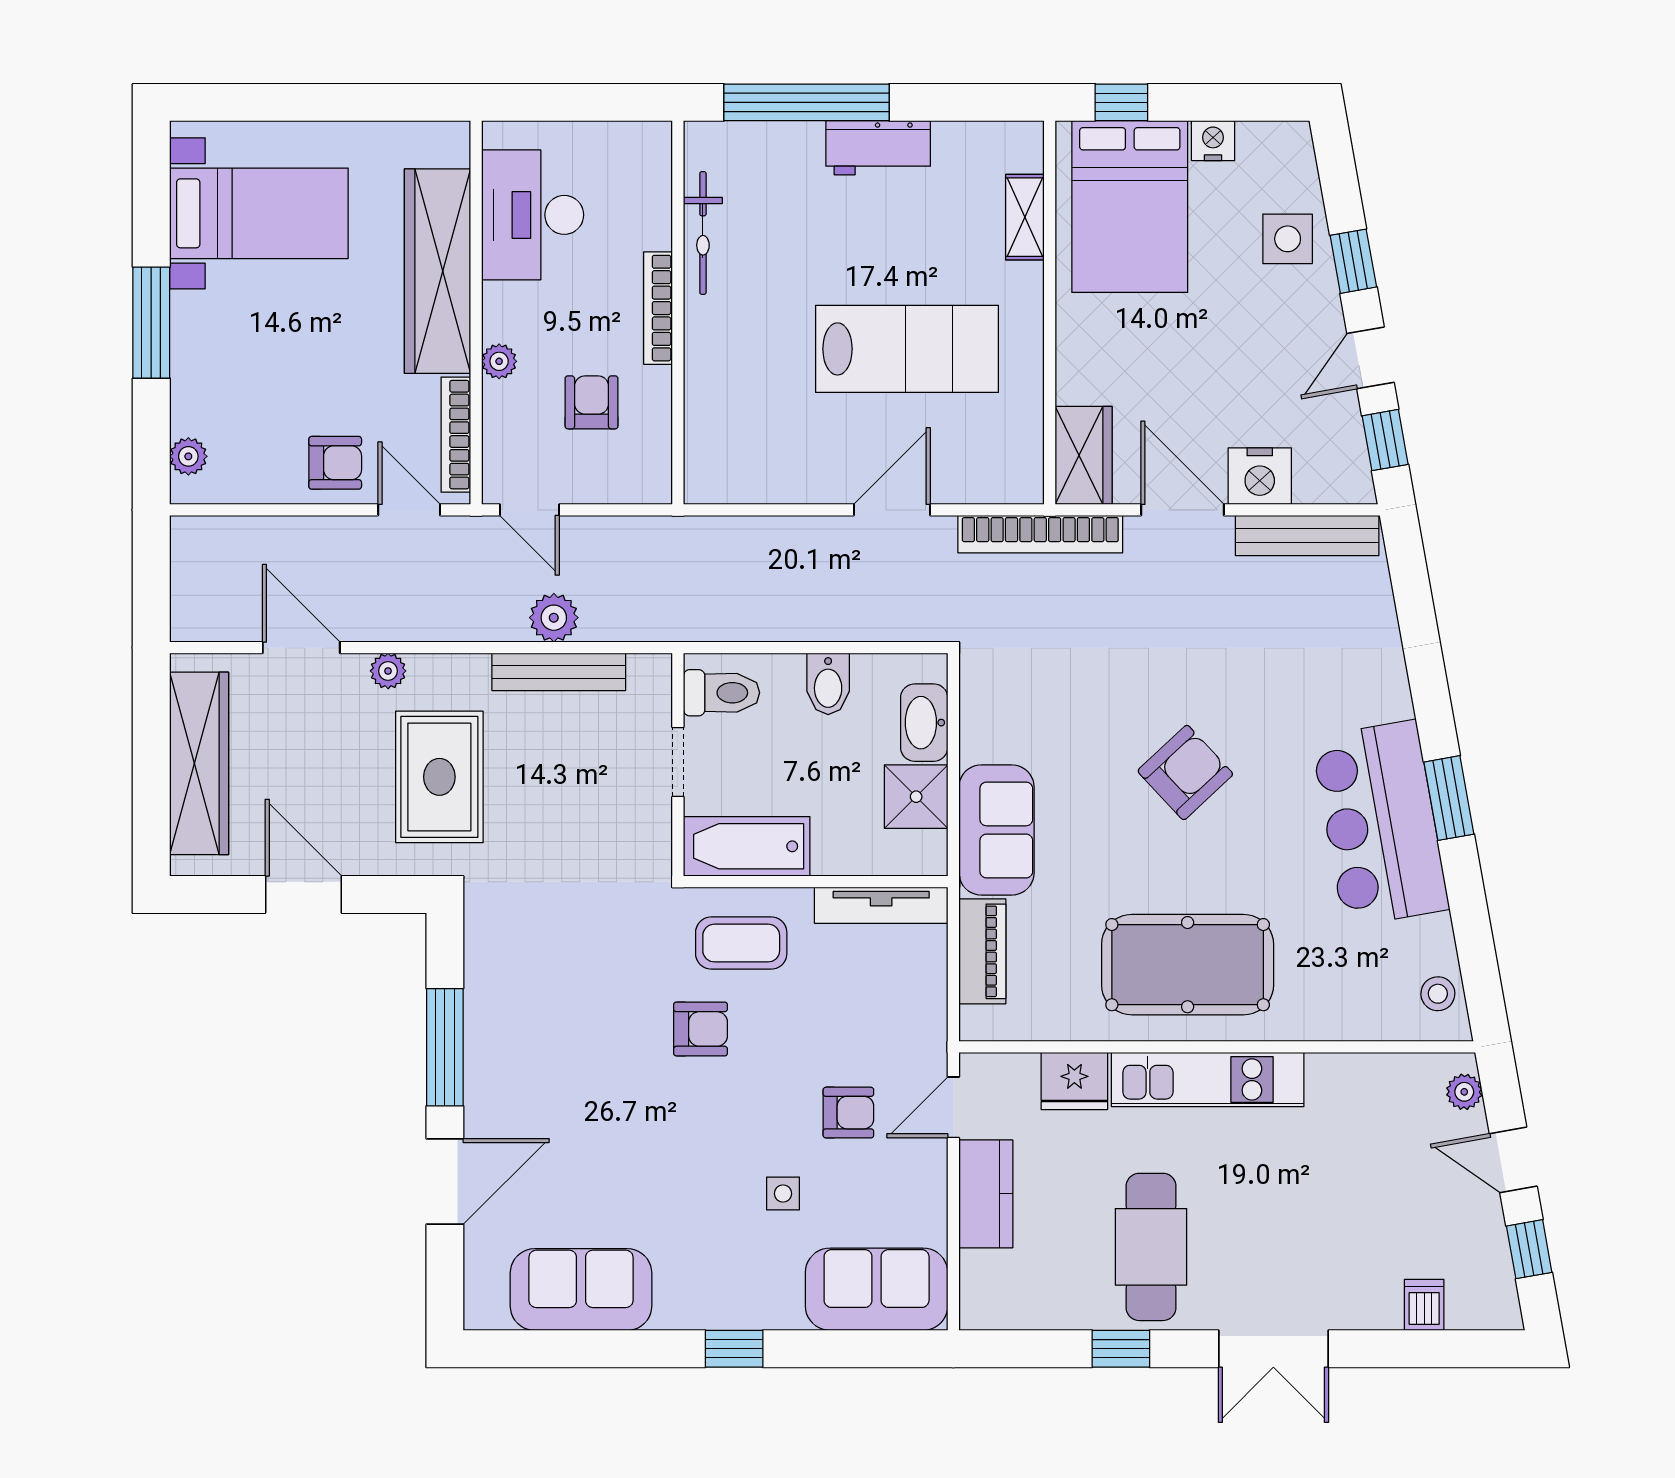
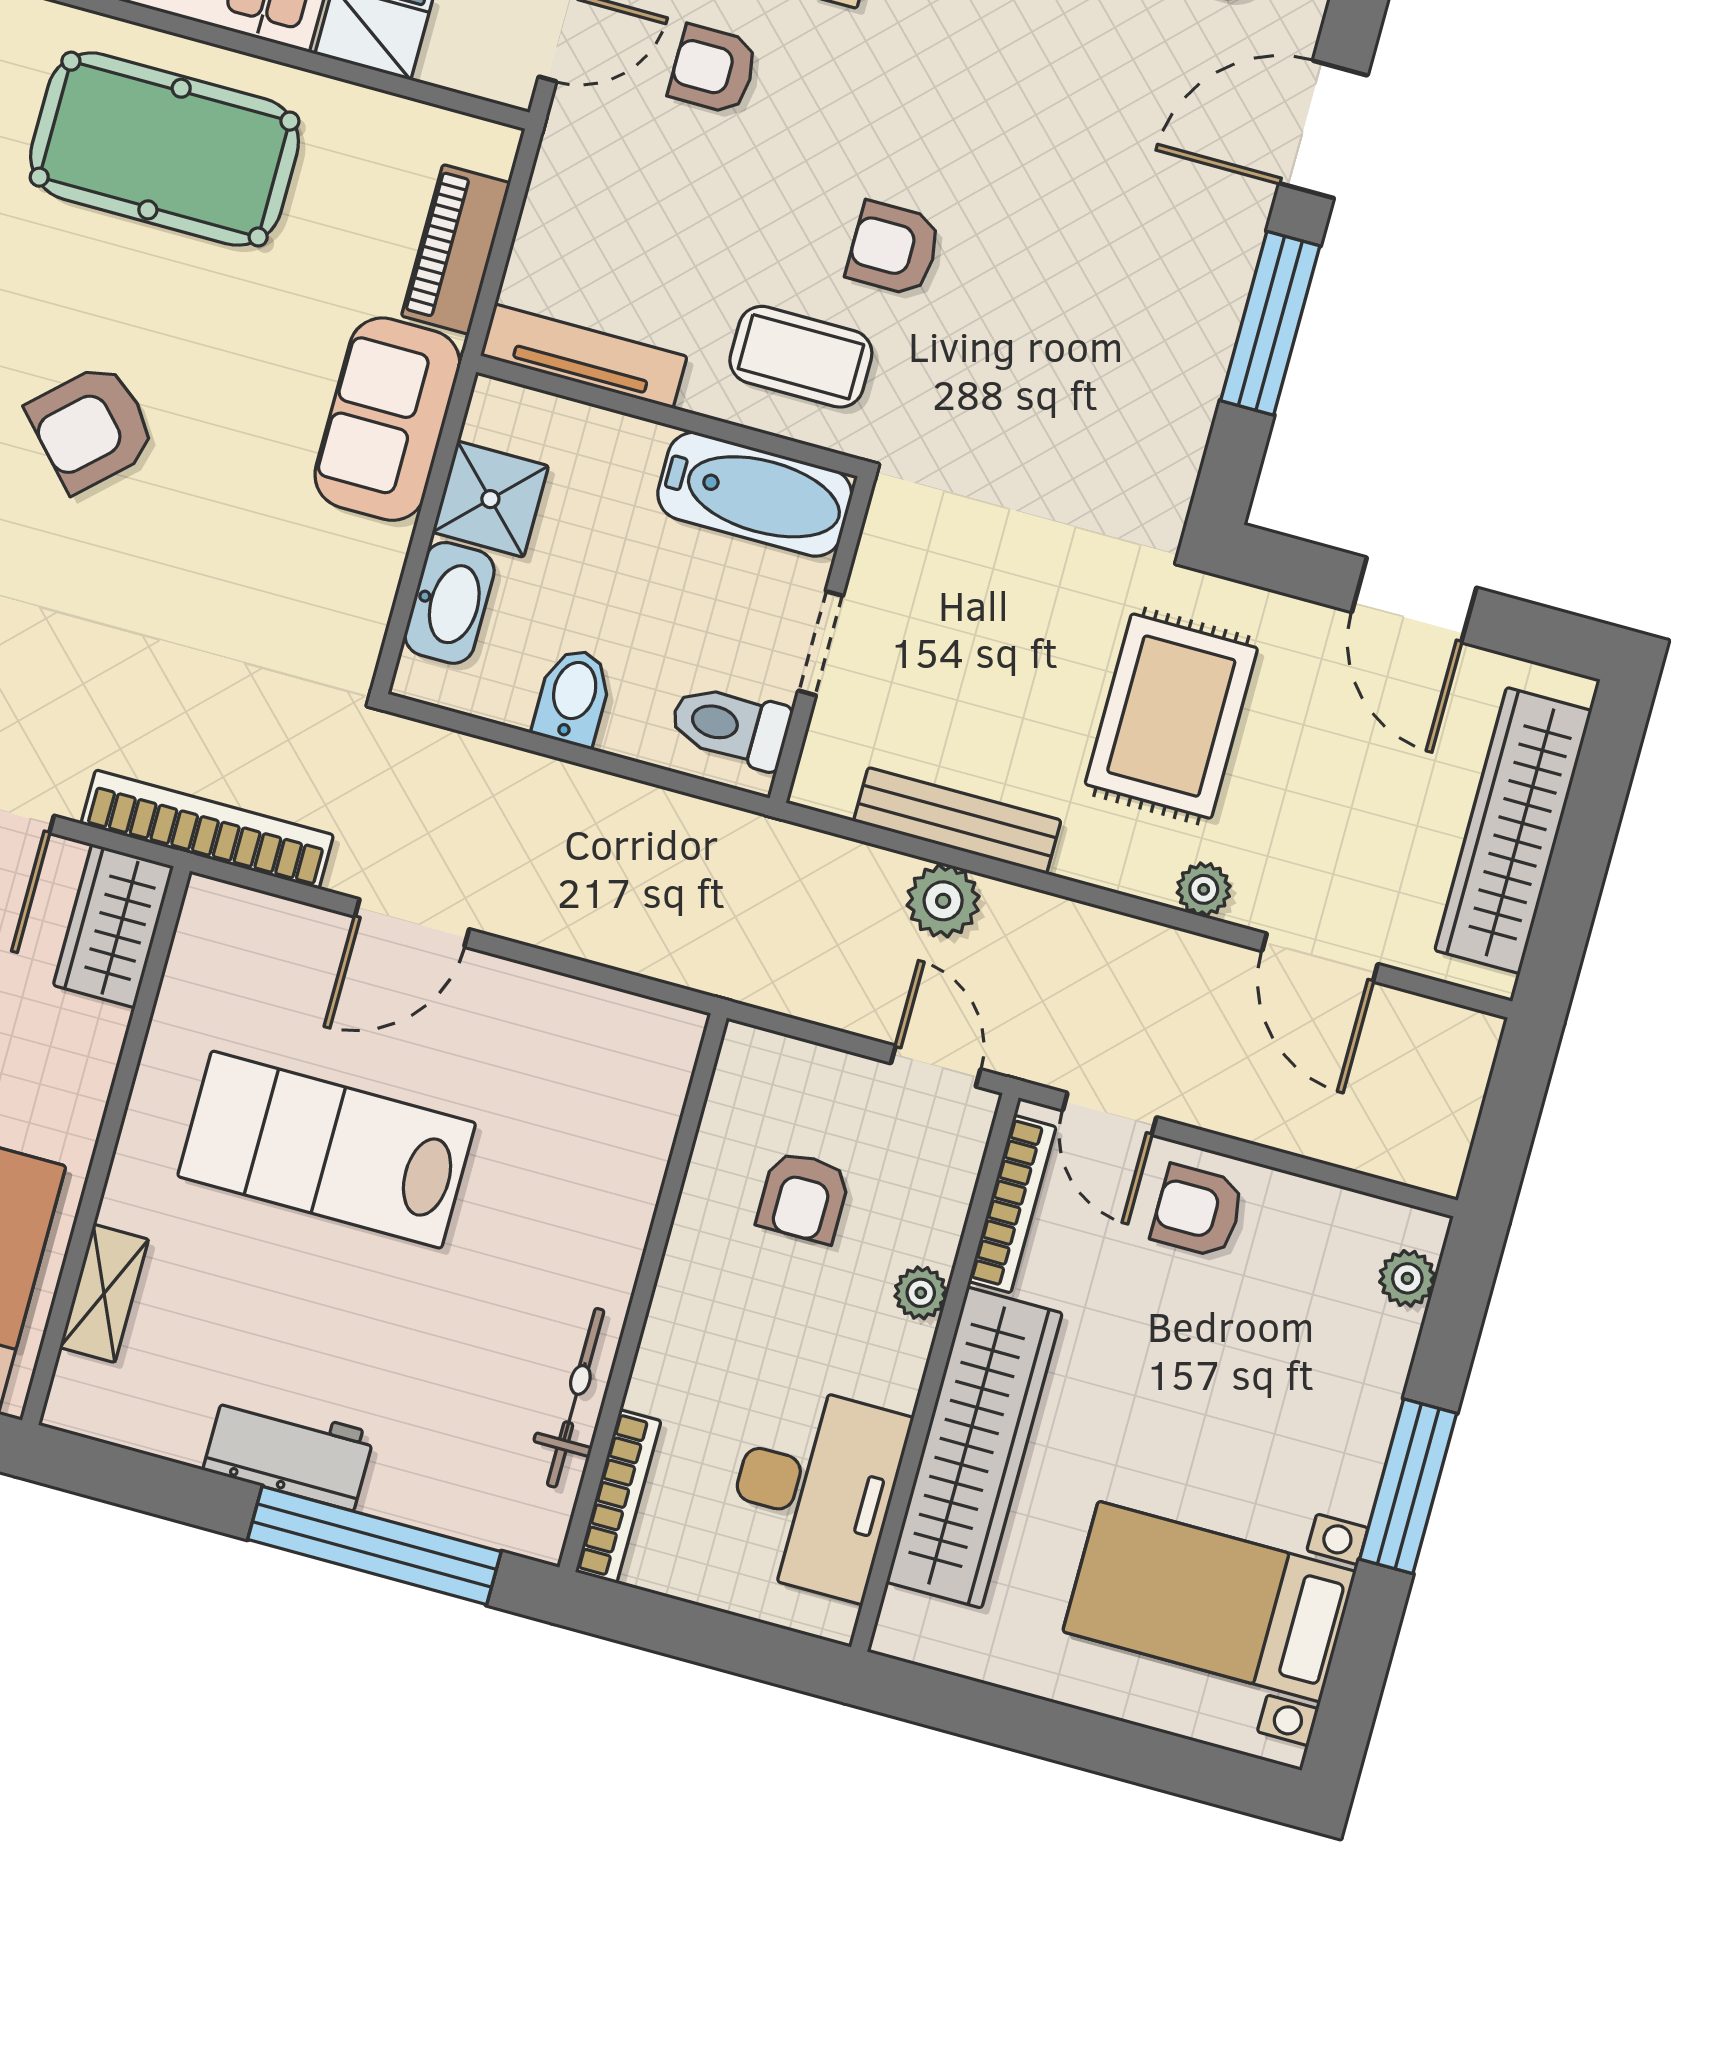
bookcase: (658, 308) -> (618, 1496), moved

